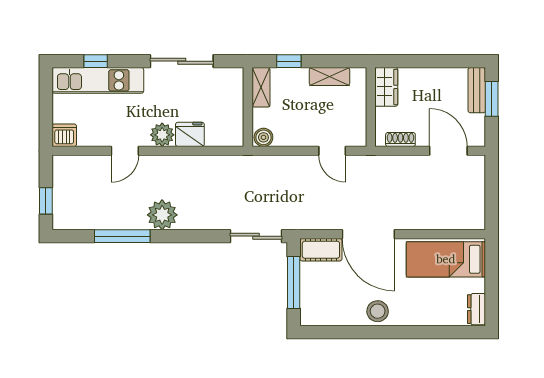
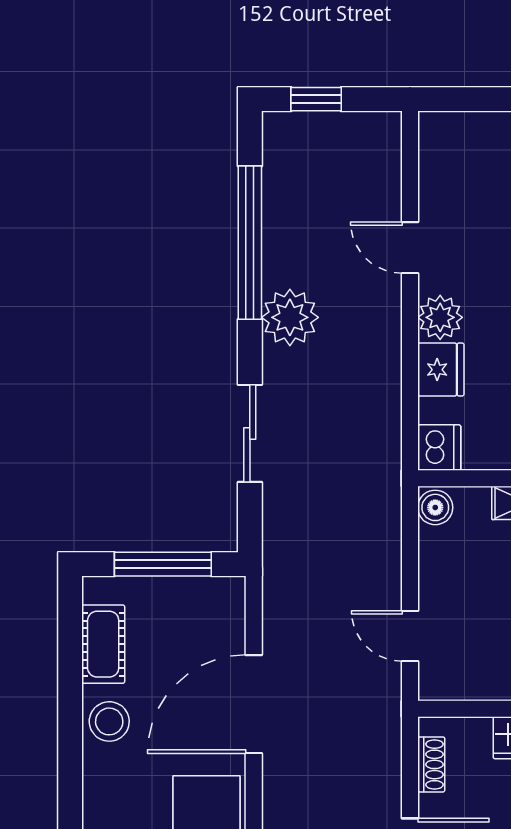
dishwasher: (64, 135) -> (439, 448), moved
door: (332, 151) -> (410, 636), hinge flipped
window: (122, 236) -> (250, 243), width x1.46
sliding door: (256, 236) -> (250, 433), moved
cot: (321, 250) -> (103, 644), moved

